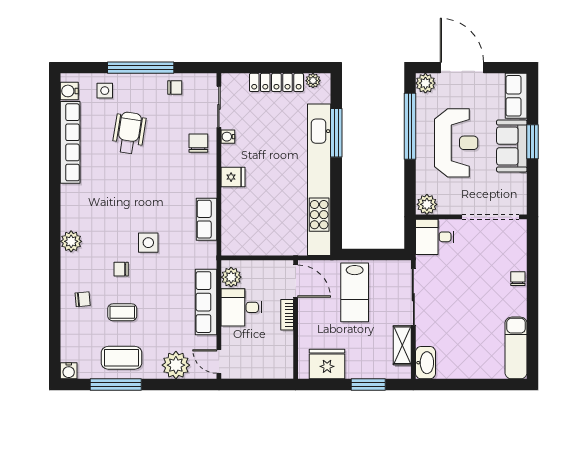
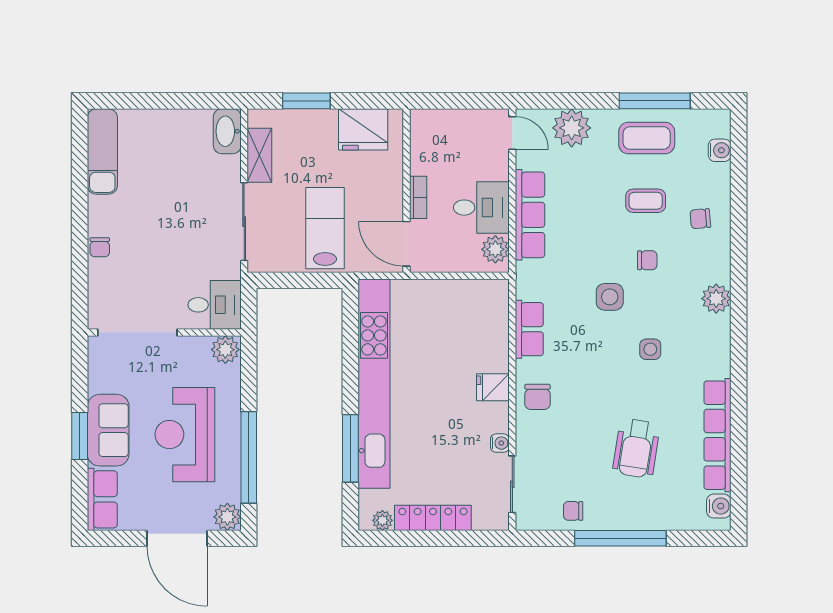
side table: (105, 91) -> (650, 349), moved
chair: (198, 143) -> (537, 397), moved
water cooler: (69, 371) -> (720, 150), moved, turned 90

